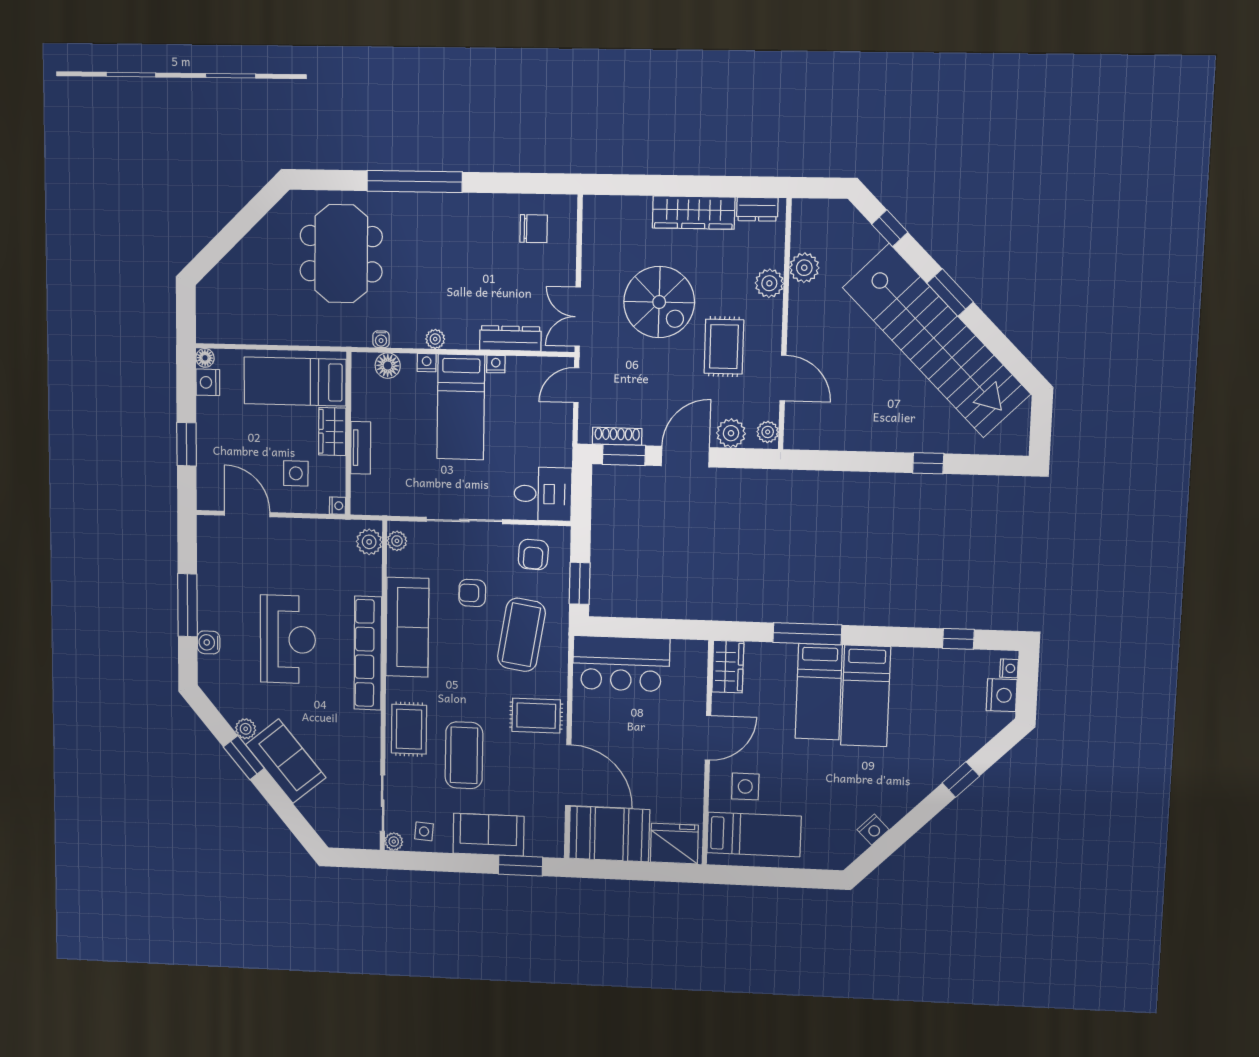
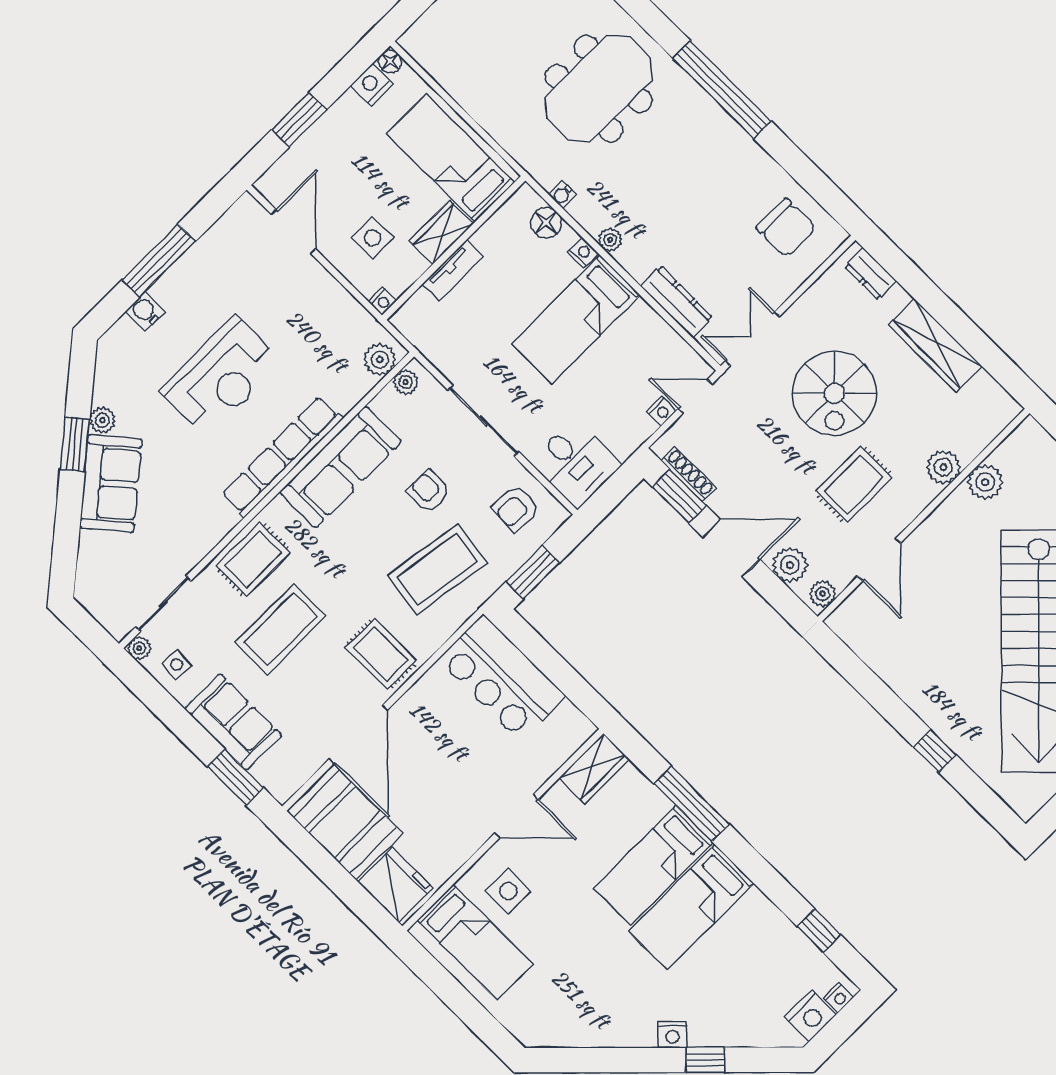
dresser: (757, 209) -> (871, 274), moved
chair: (534, 229) -> (786, 228), width x1.37, depth x1.37
nightstand: (496, 364) -> (662, 411), moved, turned 90
nightstand: (873, 830) -> (673, 1035), moved

